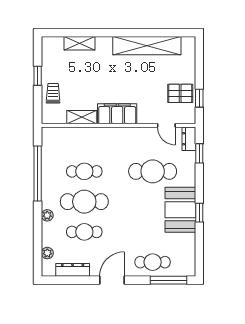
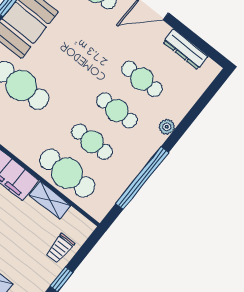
cafe table: (84, 141) -> (67, 173), added
cafe table: (84, 202) -> (117, 110), width x0.73, depth x0.74
plant: (47, 253) -> (198, 88), removed

